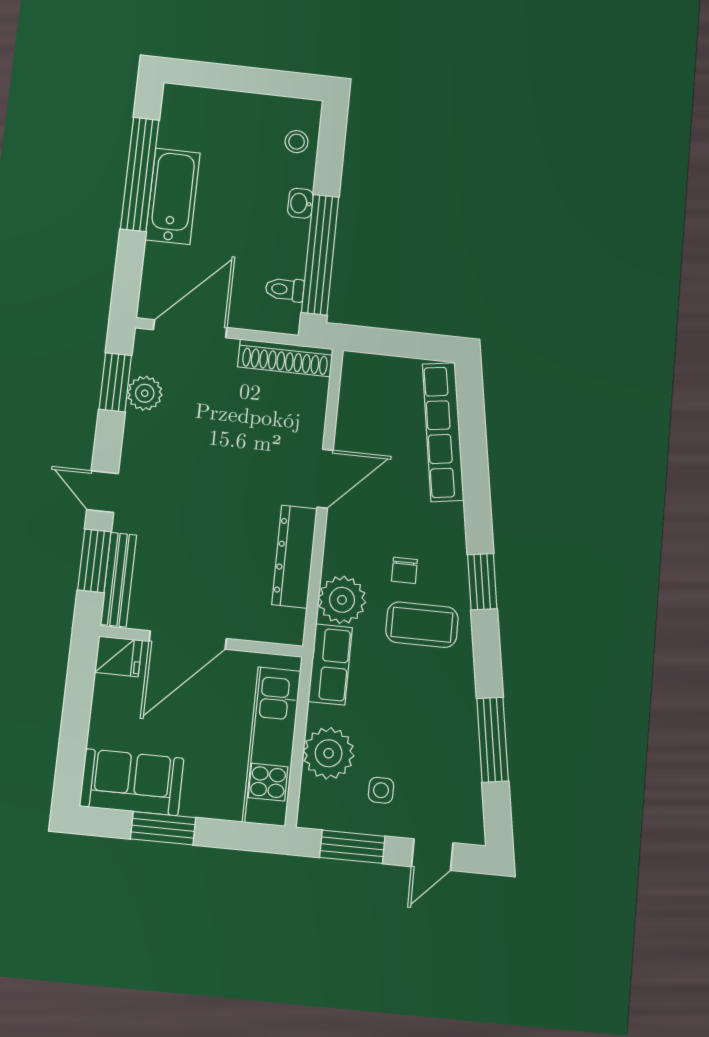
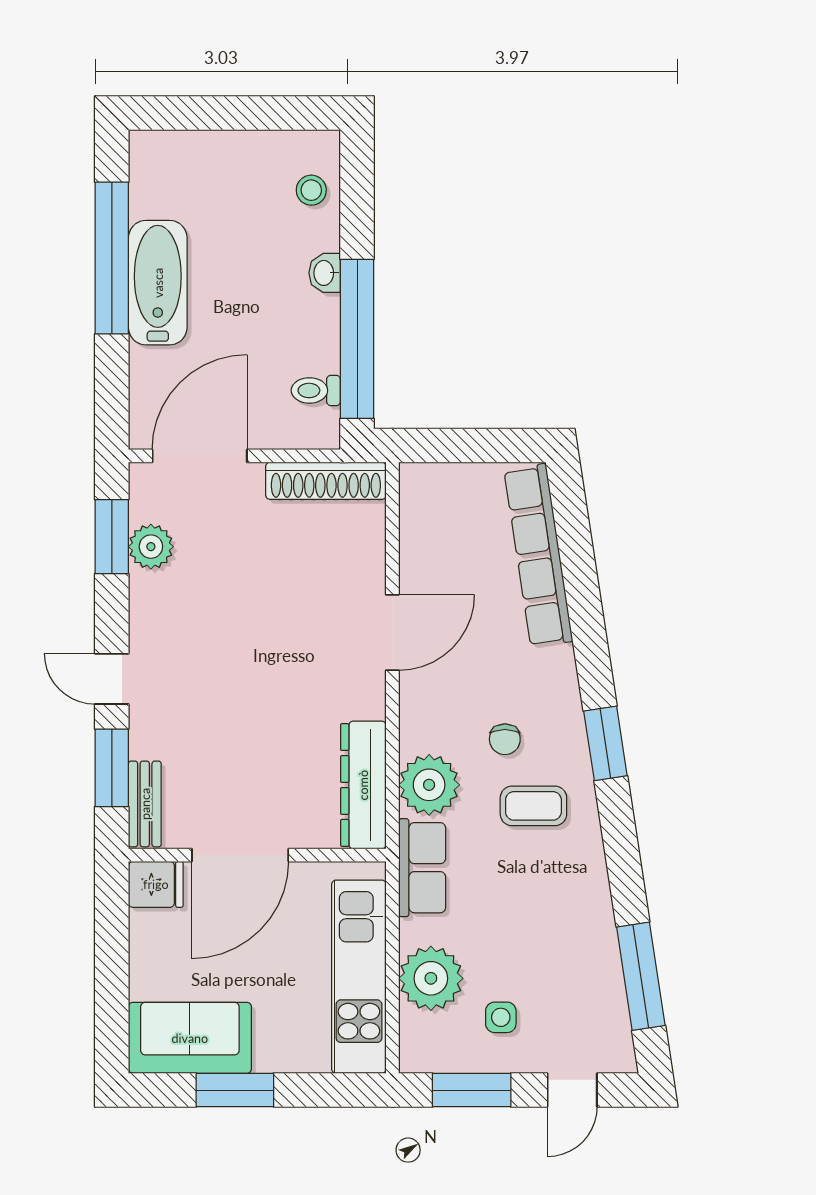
dresser: (294, 557) -> (363, 785), moved
bench: (118, 580) -> (145, 804), width x0.73
coffee table: (422, 625) -> (533, 806), width x0.73, depth x0.77
window: (493, 740) -> (641, 976), moved

